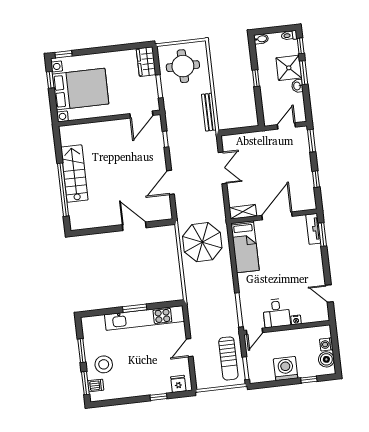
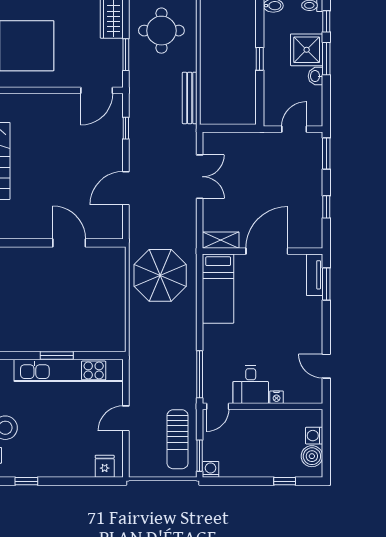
washing machine: (286, 368) -> (211, 469), moved, width x0.53, depth x0.53
window: (159, 397) -> (26, 481), moved

